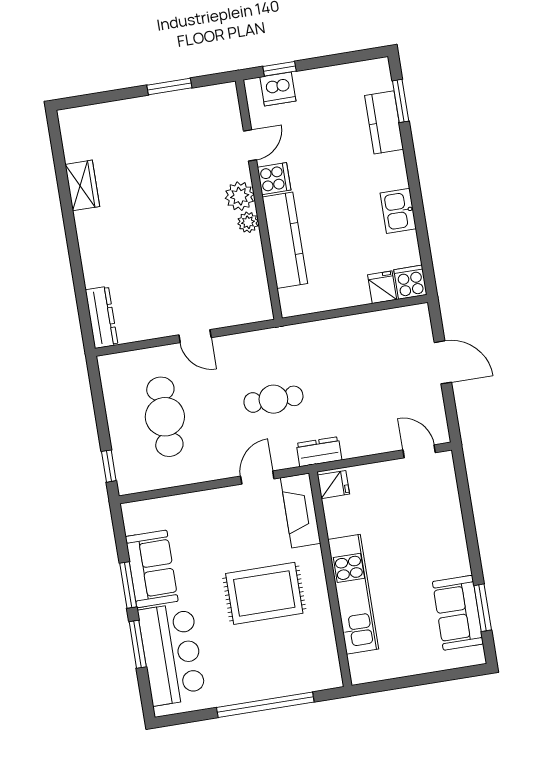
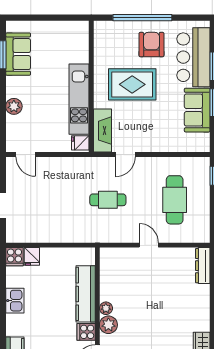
dresser: (319, 452) -> (86, 164), removed
plant: (451, 527) -> (14, 106), added
kitchen unit: (353, 594) -> (79, 99), moved
armchair: (243, 663) -> (151, 45), added

